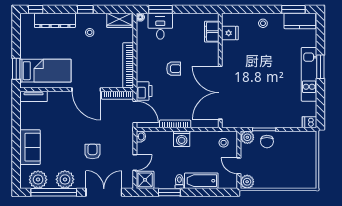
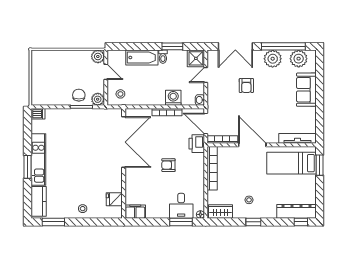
dresser: (55, 20) -> (297, 211), moved
kitchen counter: (300, 21) -> (39, 201), moved, turned 90
filing cabinet: (212, 32) -> (135, 212), moved, turned -90
tv unit: (34, 96) -> (298, 138), width x1.41
washing machine: (182, 139) -> (173, 98), moved

